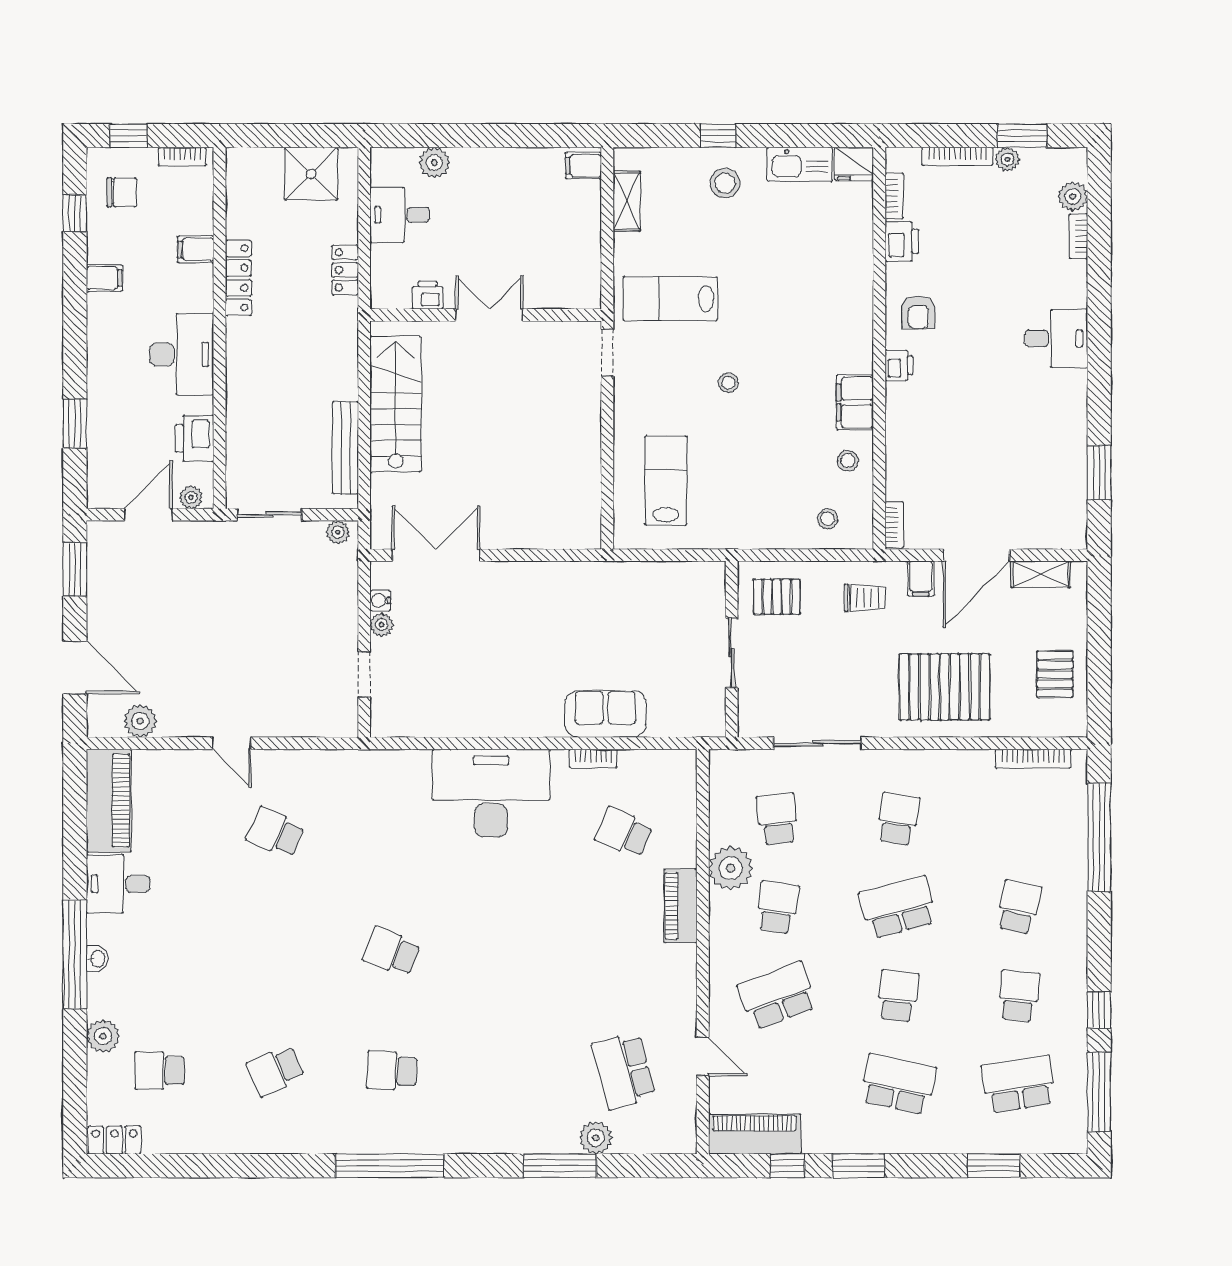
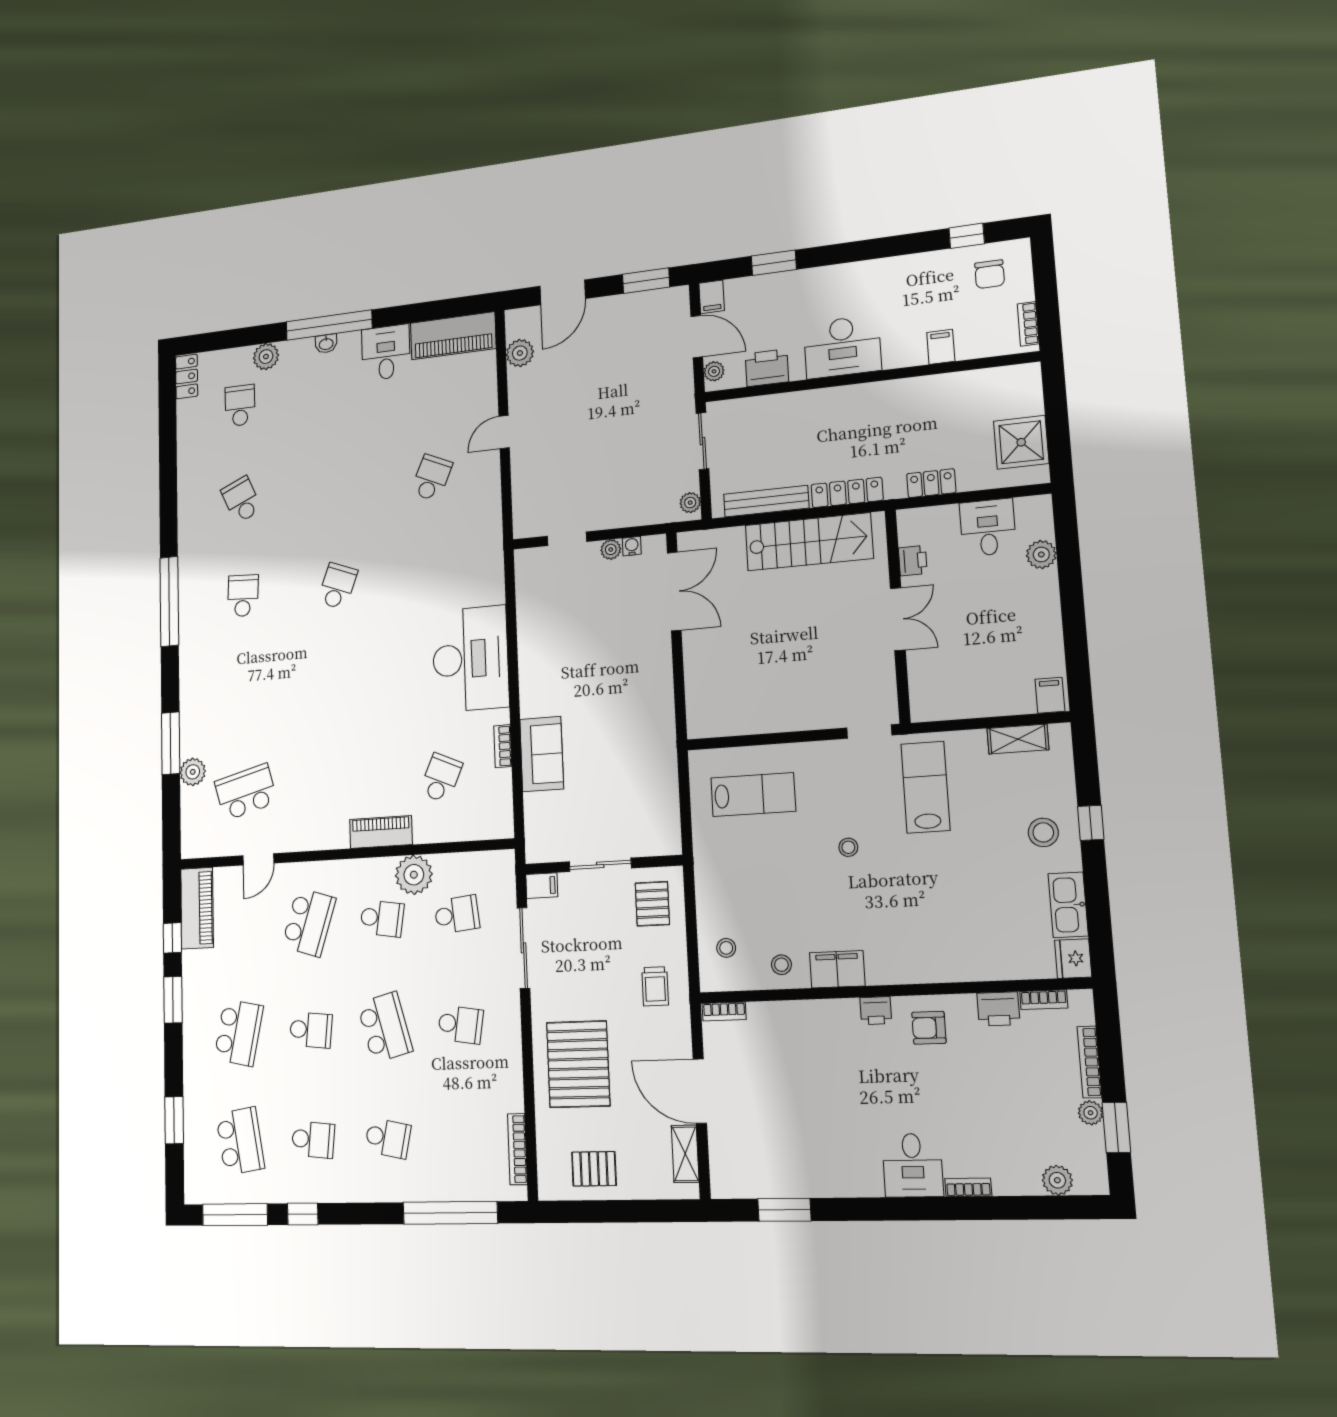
window: (129, 136) -> (1044, 273), removed
bookcase: (1079, 236) -> (968, 1187), moved
filing cabinet: (104, 278) -> (712, 297), moved
locker: (238, 278) -> (847, 492), moved, turned 180
filing cabinet: (921, 579) -> (542, 886), moved, turned 180
school desk: (777, 996) -> (309, 922), turned 39

